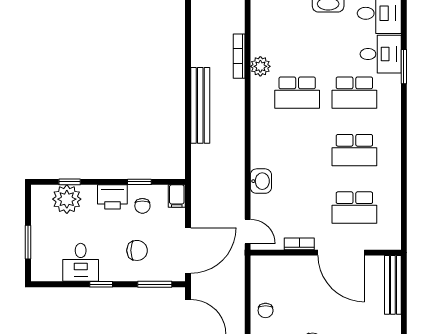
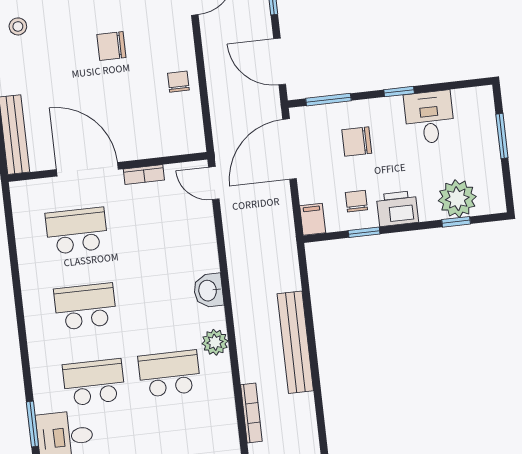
plant: (260, 66) -> (215, 342), moved
washbasin: (261, 181) -> (208, 290), moved

